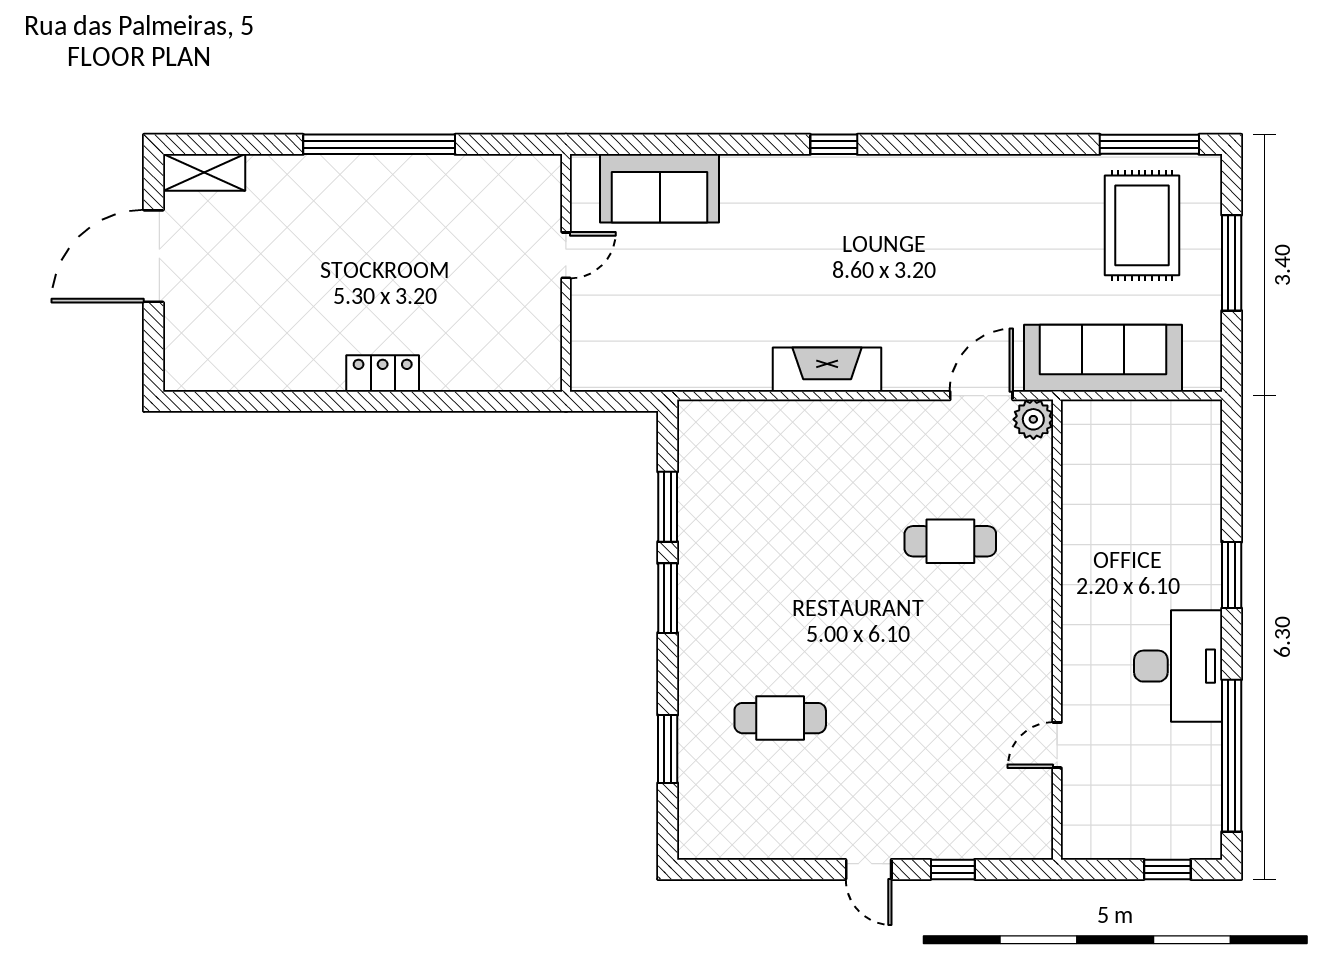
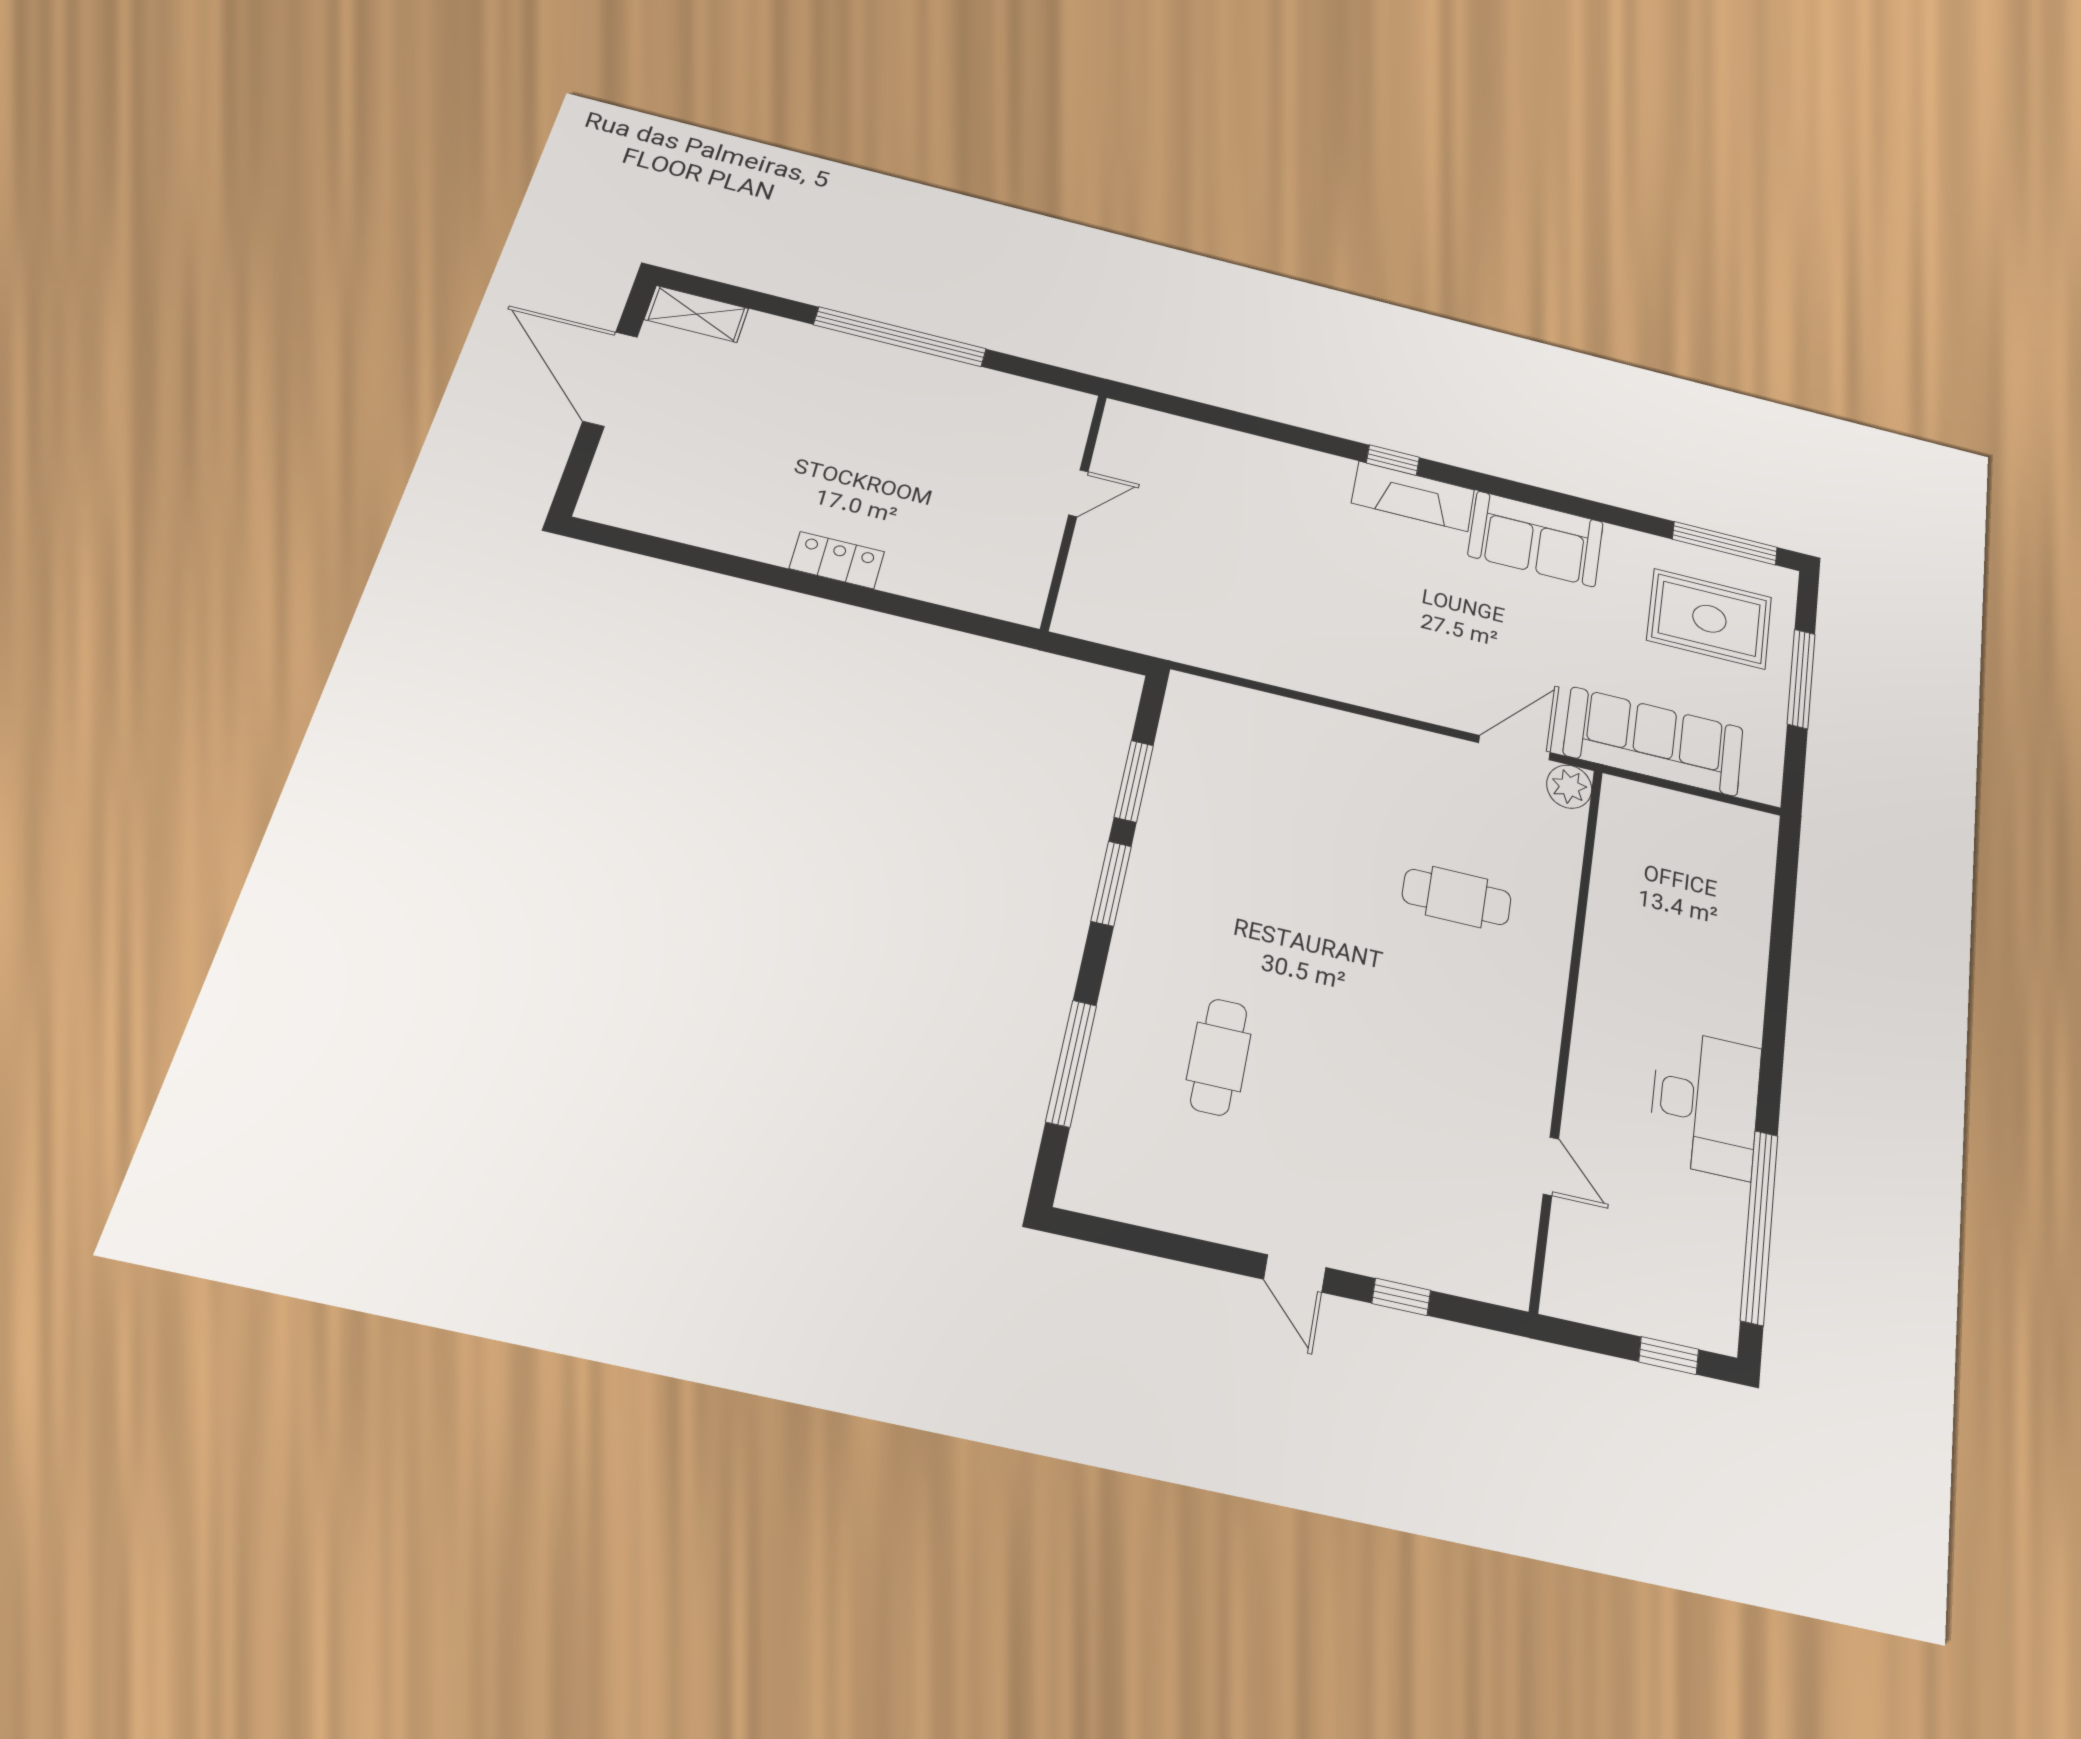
sofa: (660, 188) -> (1536, 539), moved
rug: (1142, 225) -> (1709, 619), turned 90
door: (154, 256) -> (610, 379), hinge flipped
fireplace: (827, 370) -> (1413, 496), moved, turned 180
window: (1232, 575) -> (1776, 1011), removed
cafe table: (780, 718) -> (1219, 1057), turned 90
door: (1057, 745) -> (1551, 1166), swing flipped
window: (668, 749) -> (1071, 1063), width x1.44

